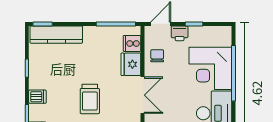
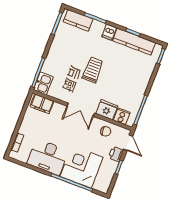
kitchen counter: (56, 35) -> (134, 42), moved, turned -90
trolley: (90, 99) -> (93, 70), turned 90

